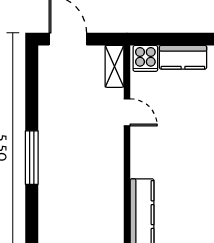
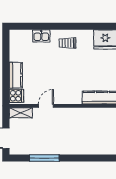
window: (32, 158) -> (44, 158), moved

